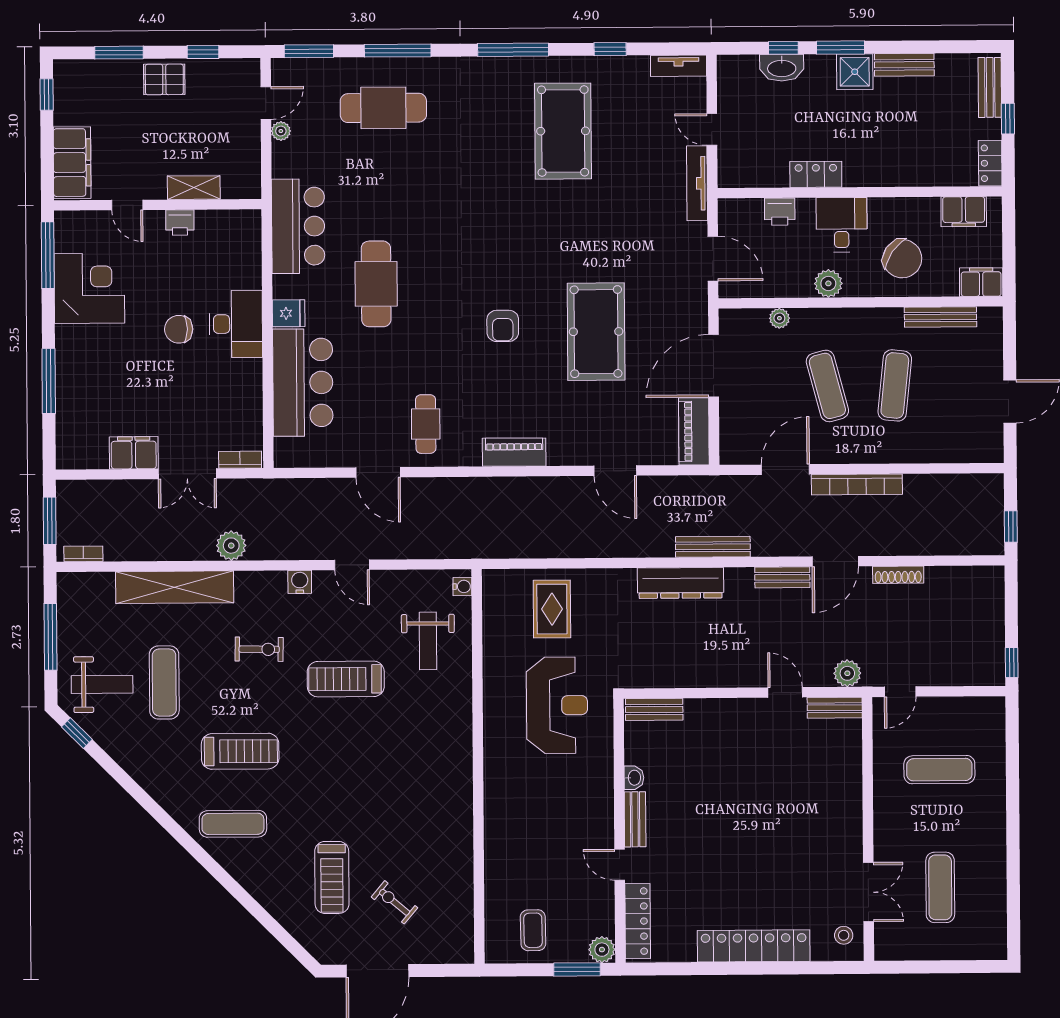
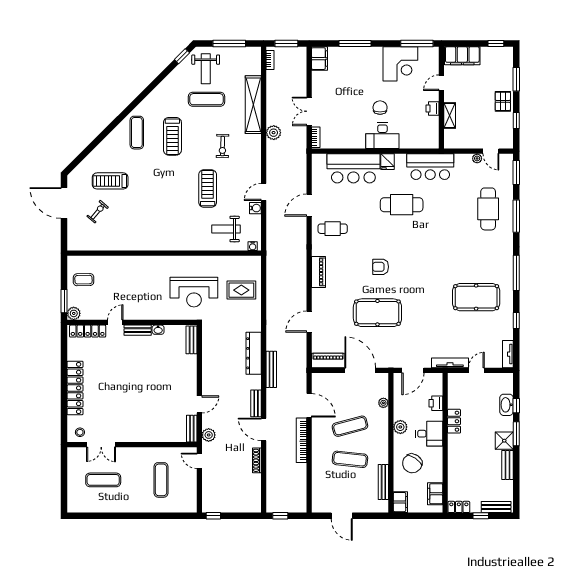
filing cabinet: (134, 453) -> (319, 59), moved
water cooler: (300, 582) -> (255, 208), moved

